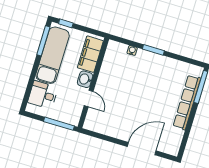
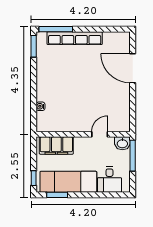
window: (43, 41) -> (57, 195), width x0.69
window: (153, 50) -> (34, 46), moved
washbasin: (85, 79) -> (122, 143), moved

